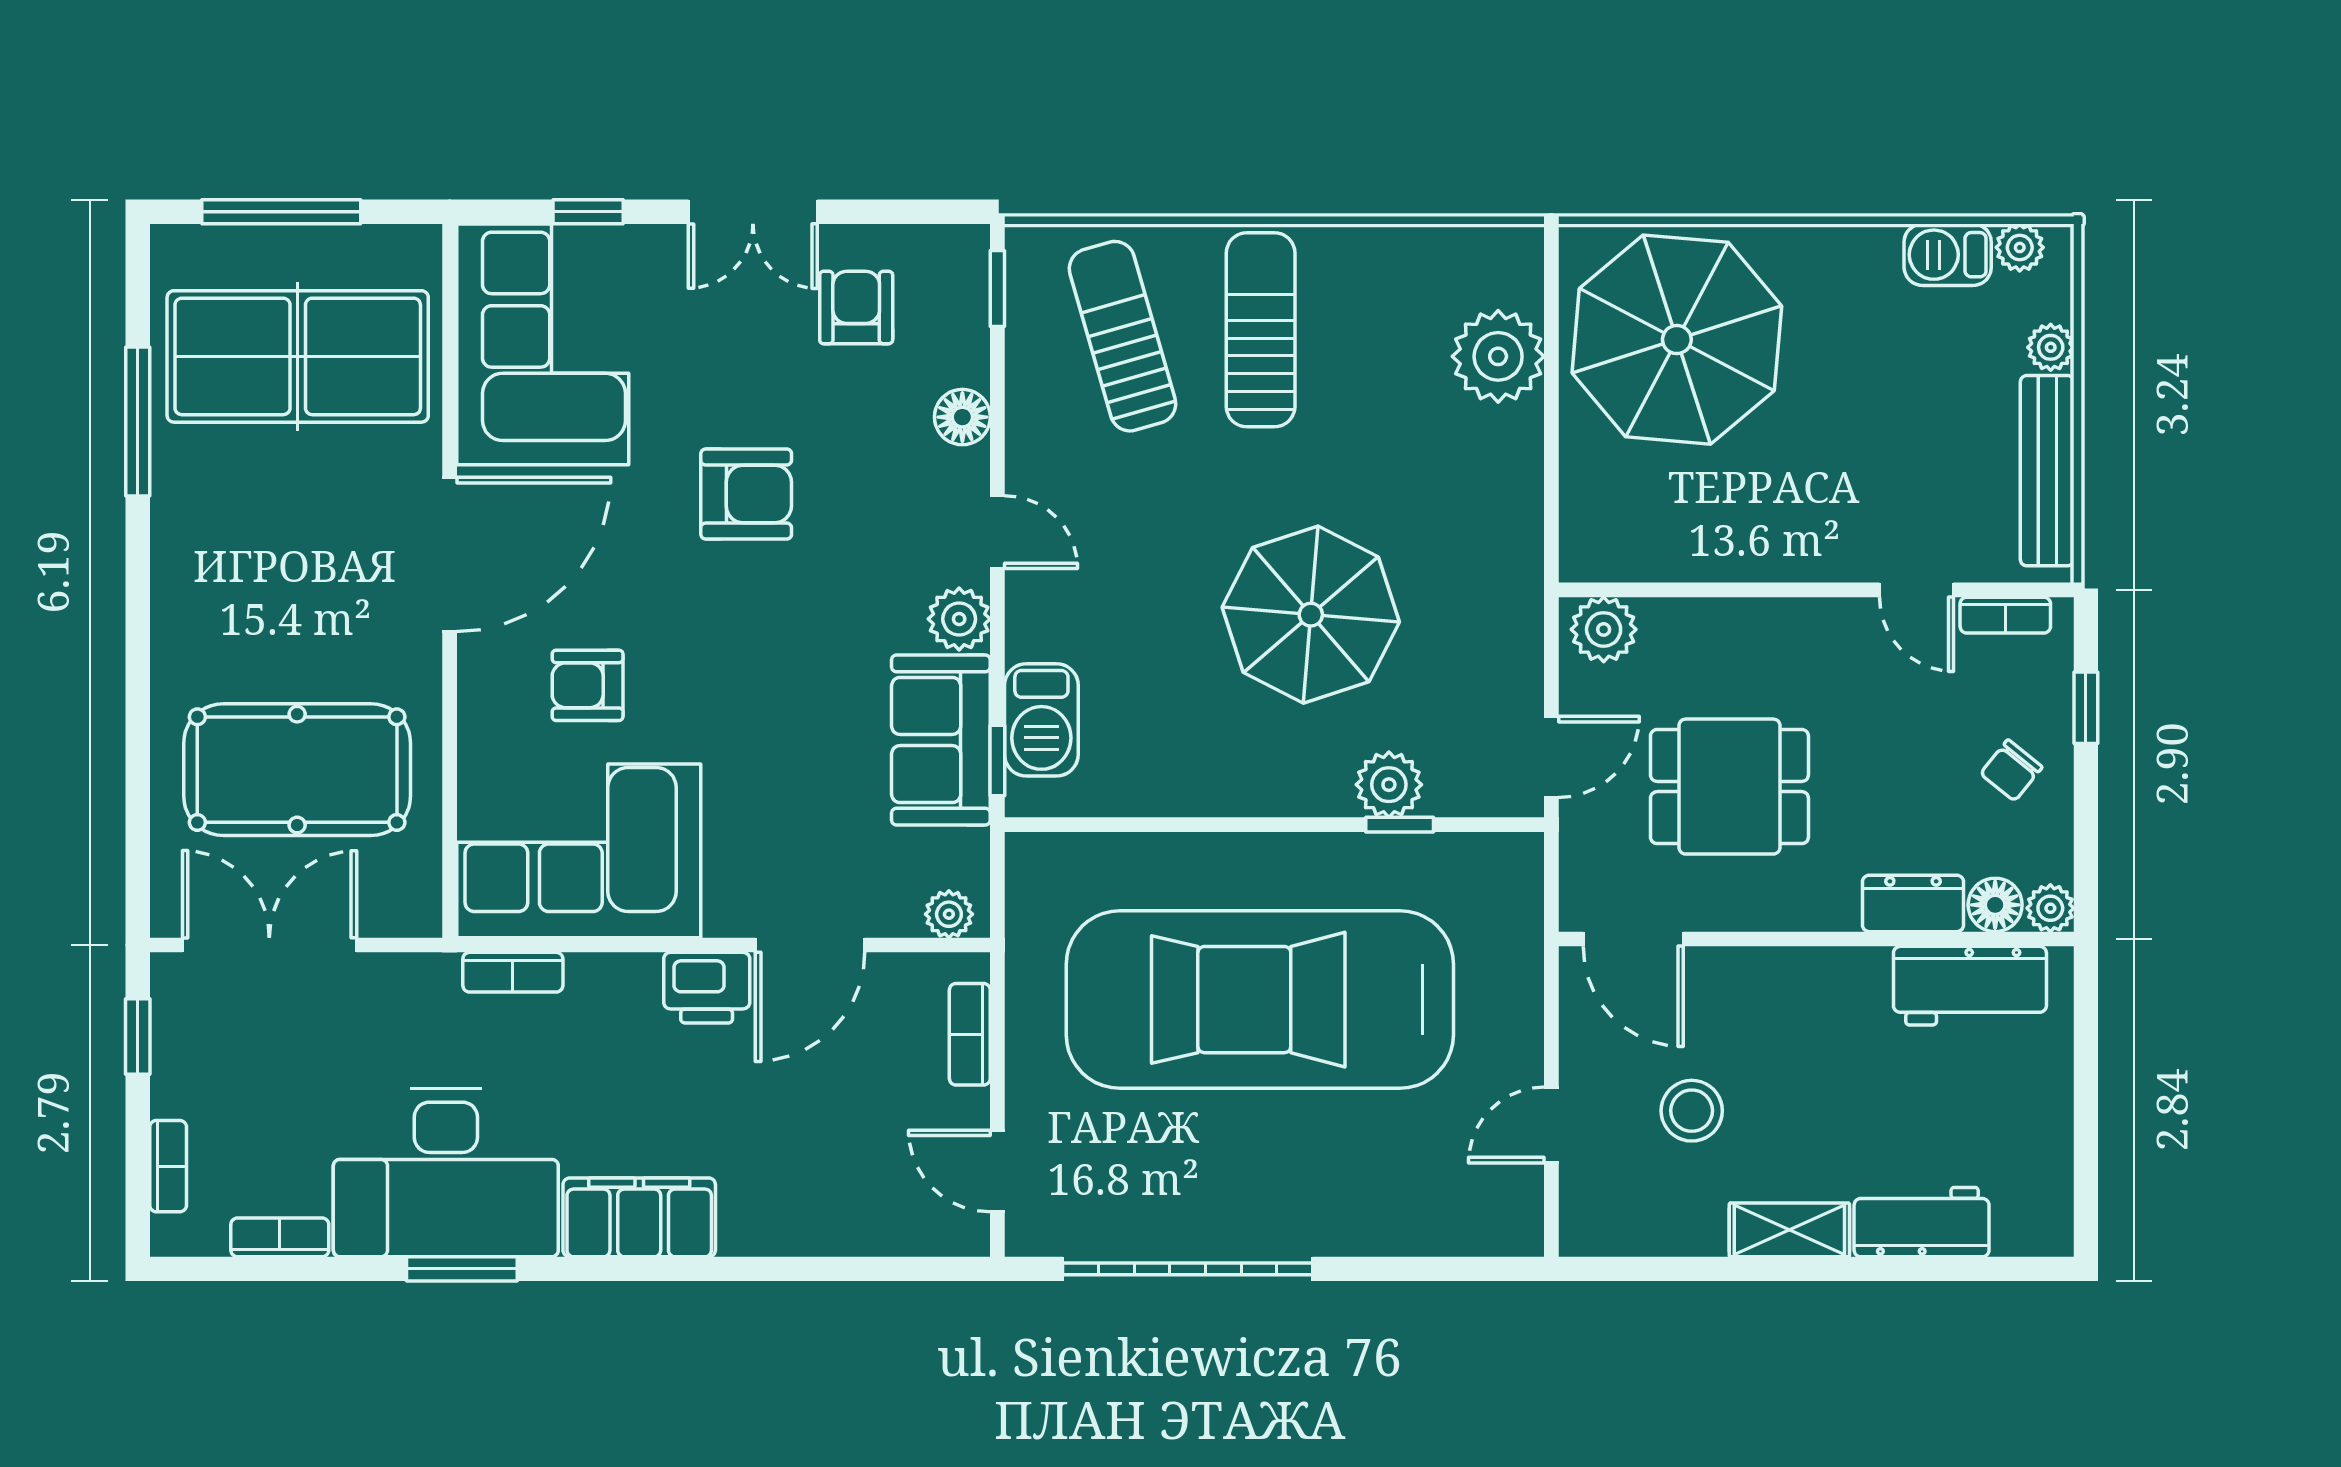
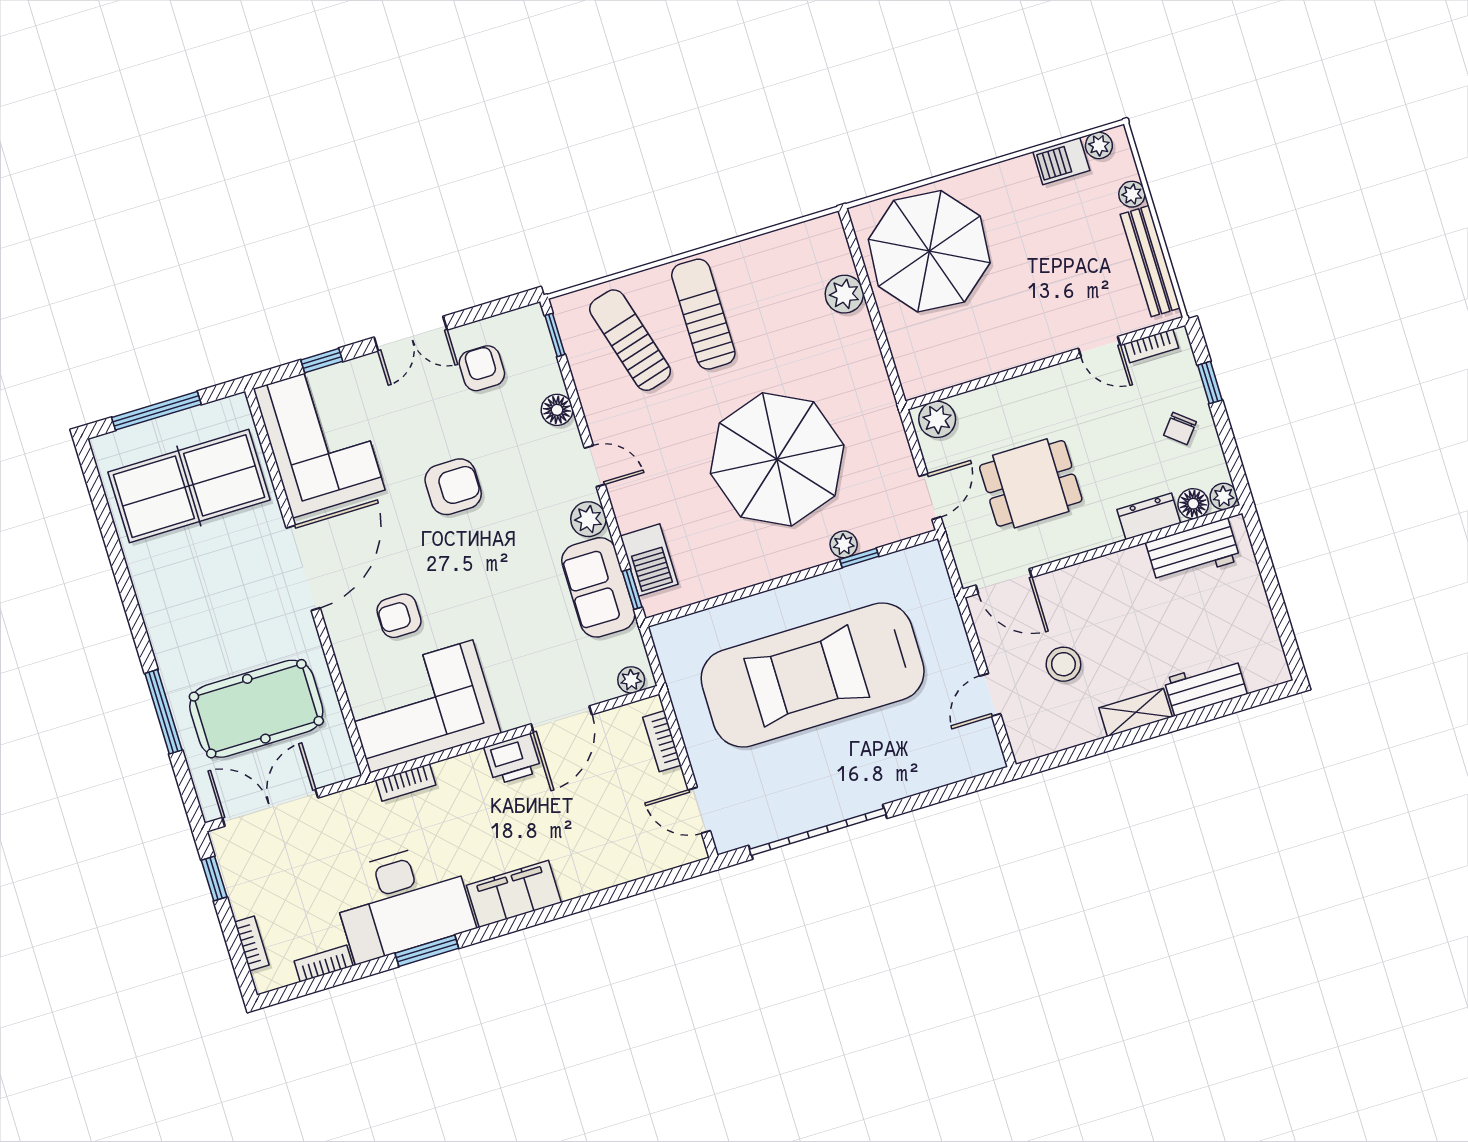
plant: (1498, 356) -> (844, 294), width x0.73, depth x0.73
window: (138, 422) -> (163, 712), moved
parasol: (1311, 615) -> (777, 459), width x1.36, depth x1.36
plant: (1389, 785) -> (844, 544), width x0.73, depth x0.73

